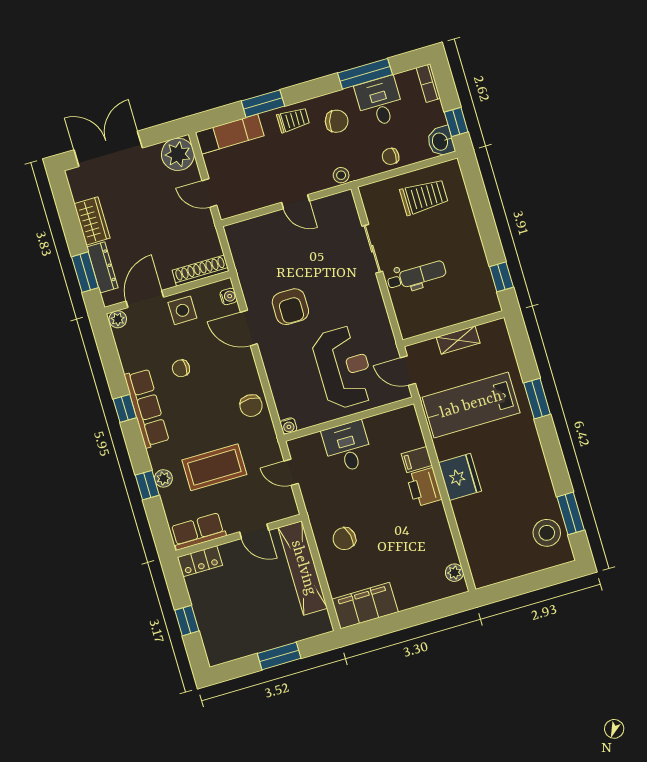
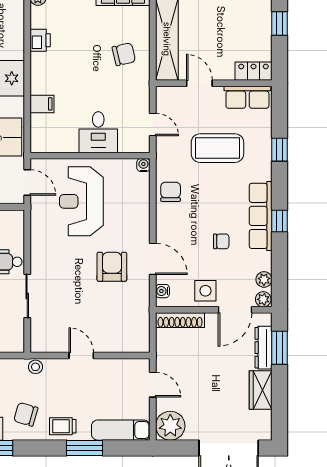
plant: (163, 478) -> (264, 279), moved
printer: (424, 487) -> (40, 40), moved, width x0.73, depth x0.81

